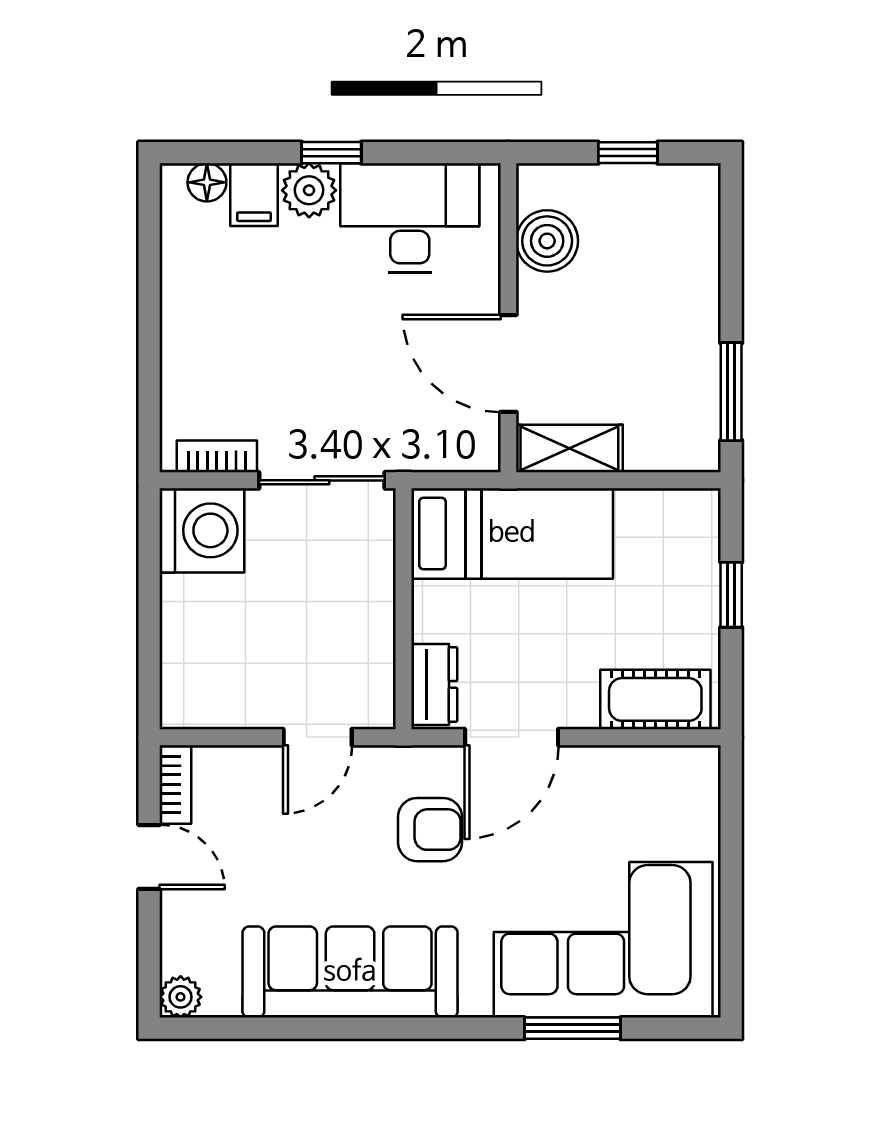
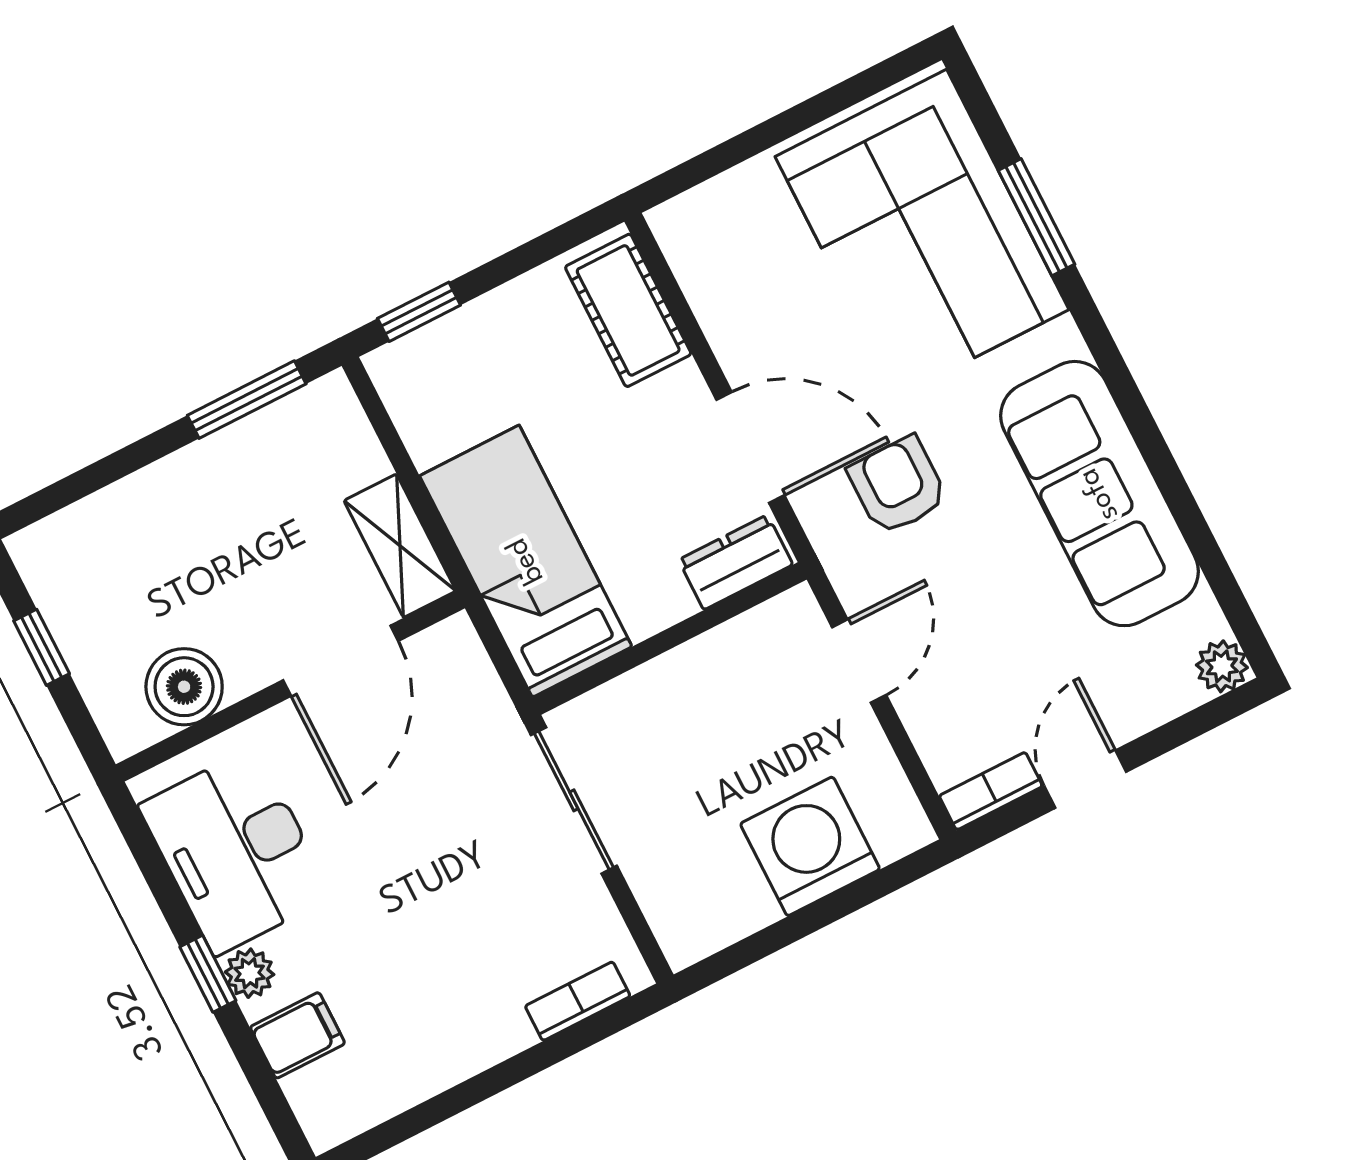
floor lamp: (207, 182) -> (310, 1094), removed
plant: (309, 190) -> (250, 973), width x0.73, depth x0.73
bookcase: (217, 456) -> (578, 1001), moved, turned 90
washing machine: (202, 530) -> (810, 846), moved
window: (731, 595) -> (419, 312), moved
door: (318, 737) -> (859, 661), hinge flipped

